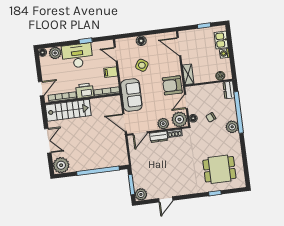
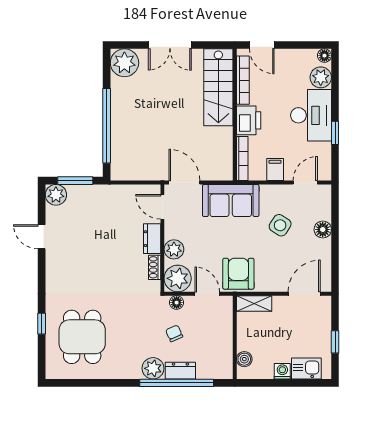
dresser: (229, 90) -> (180, 371), moved
door: (125, 123) -> (184, 182), hinge flipped

